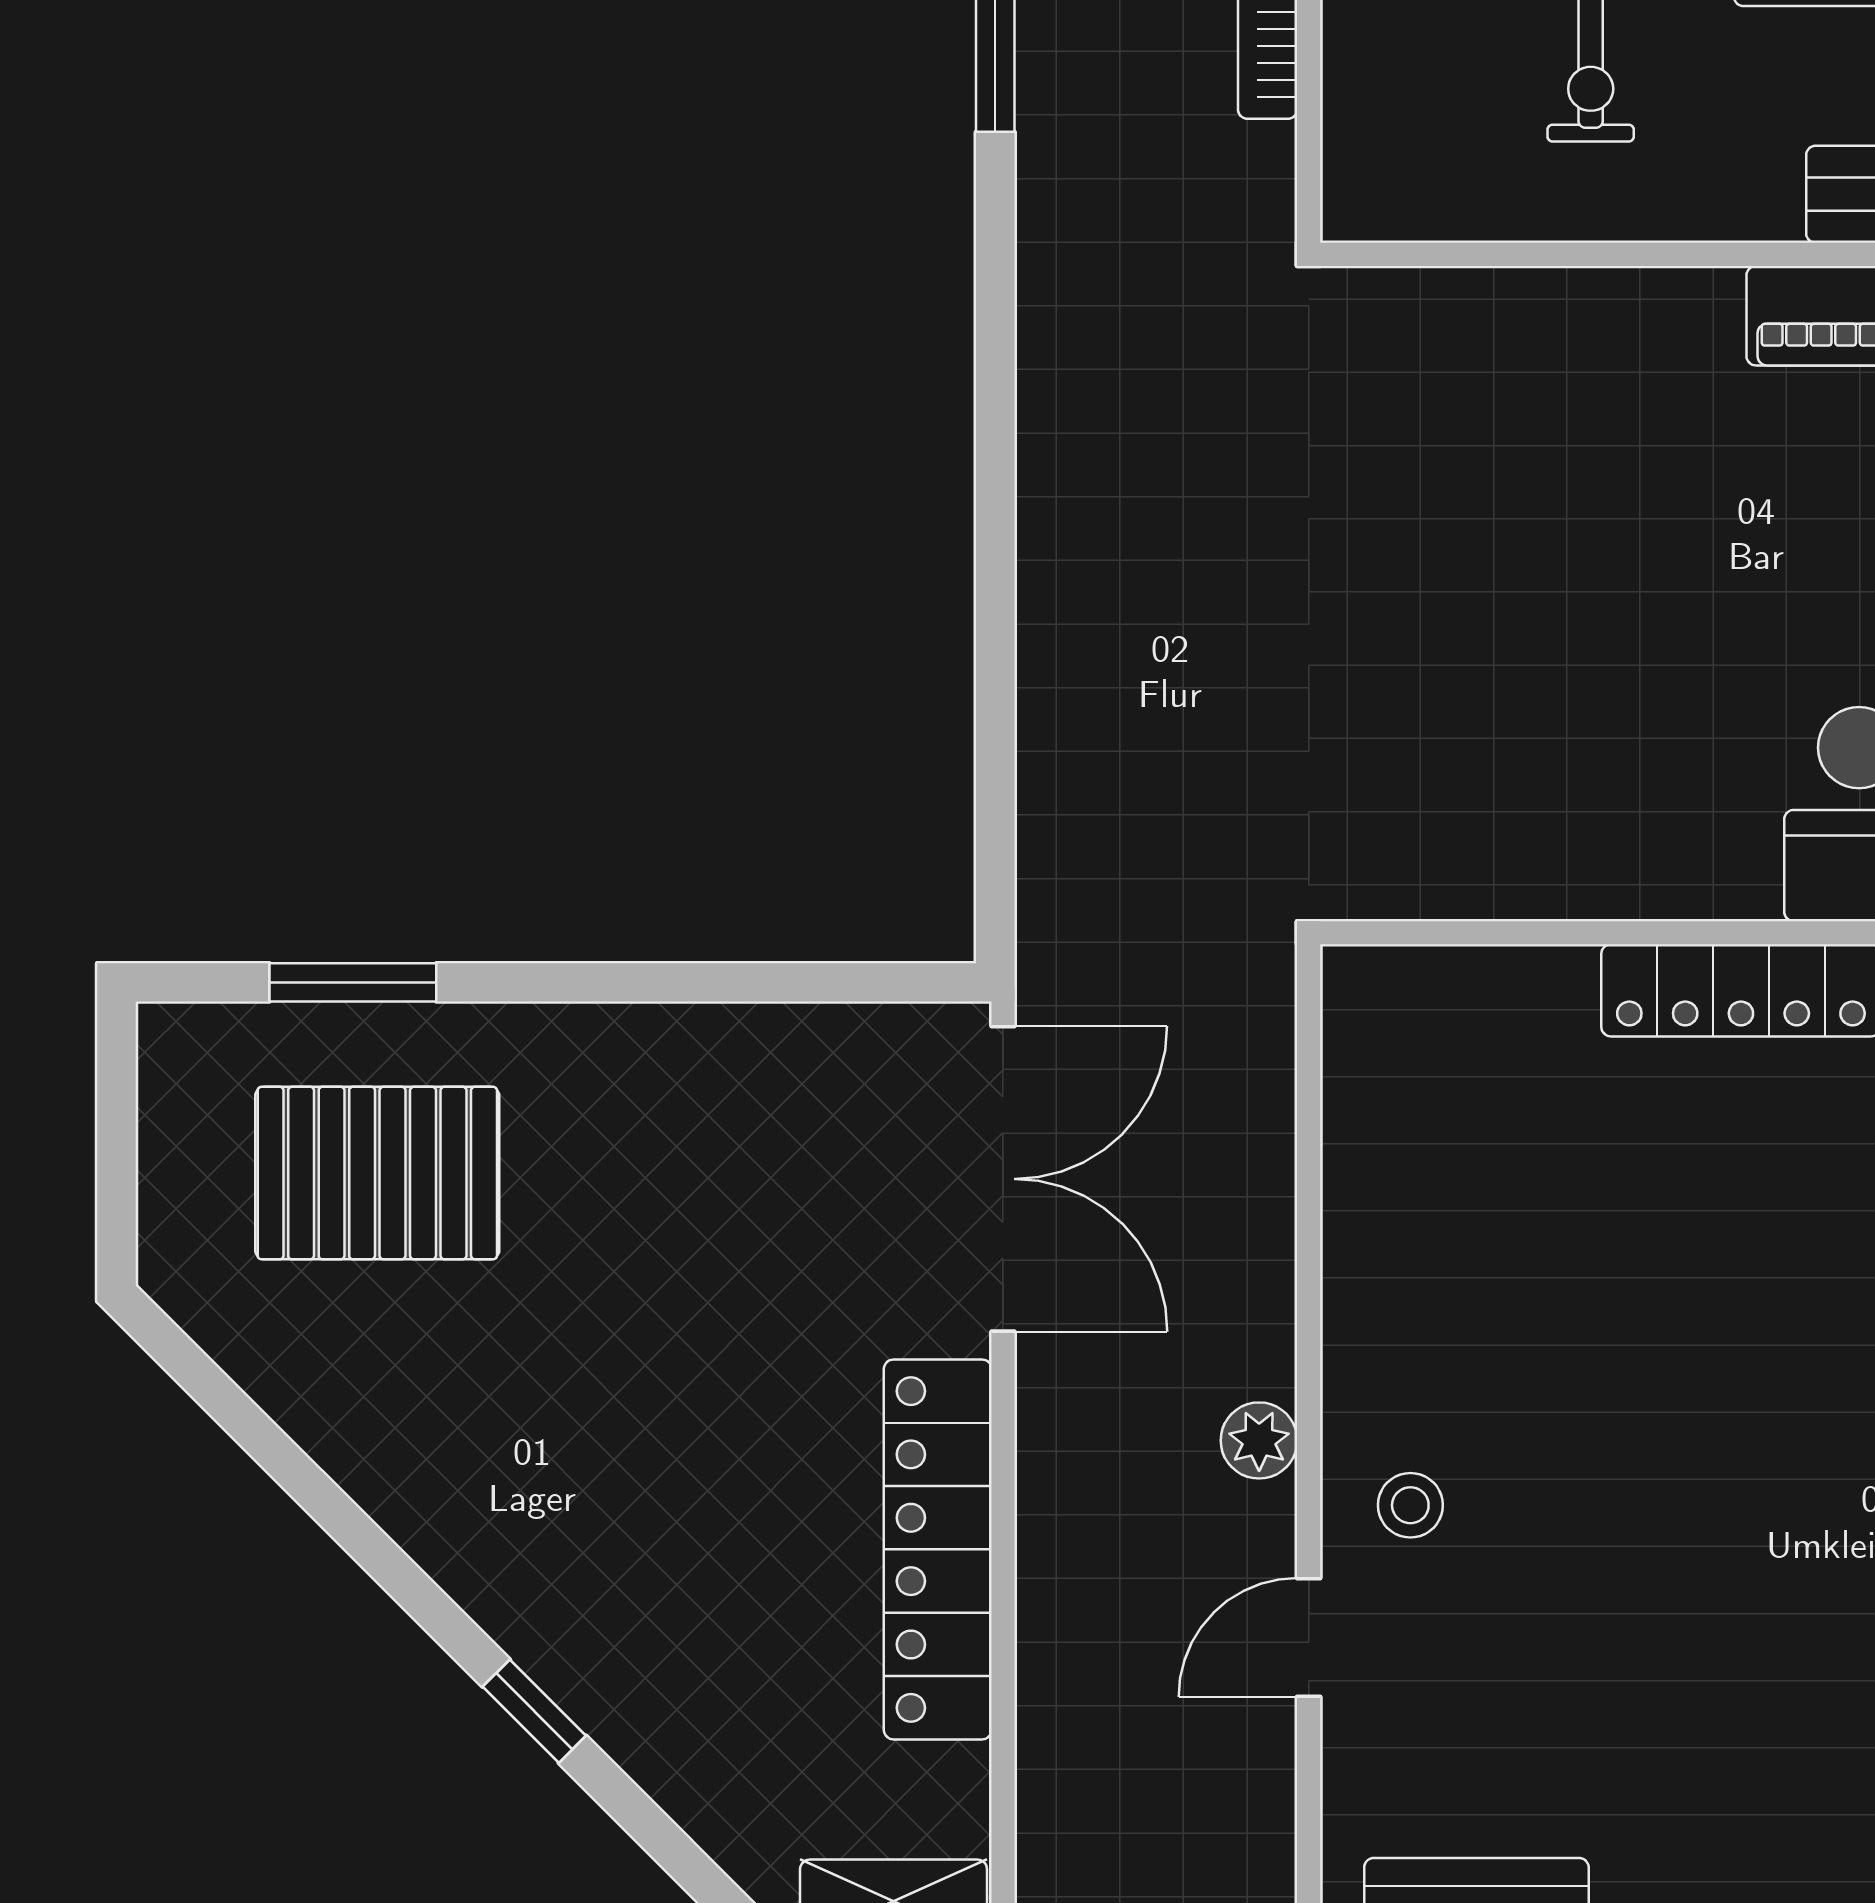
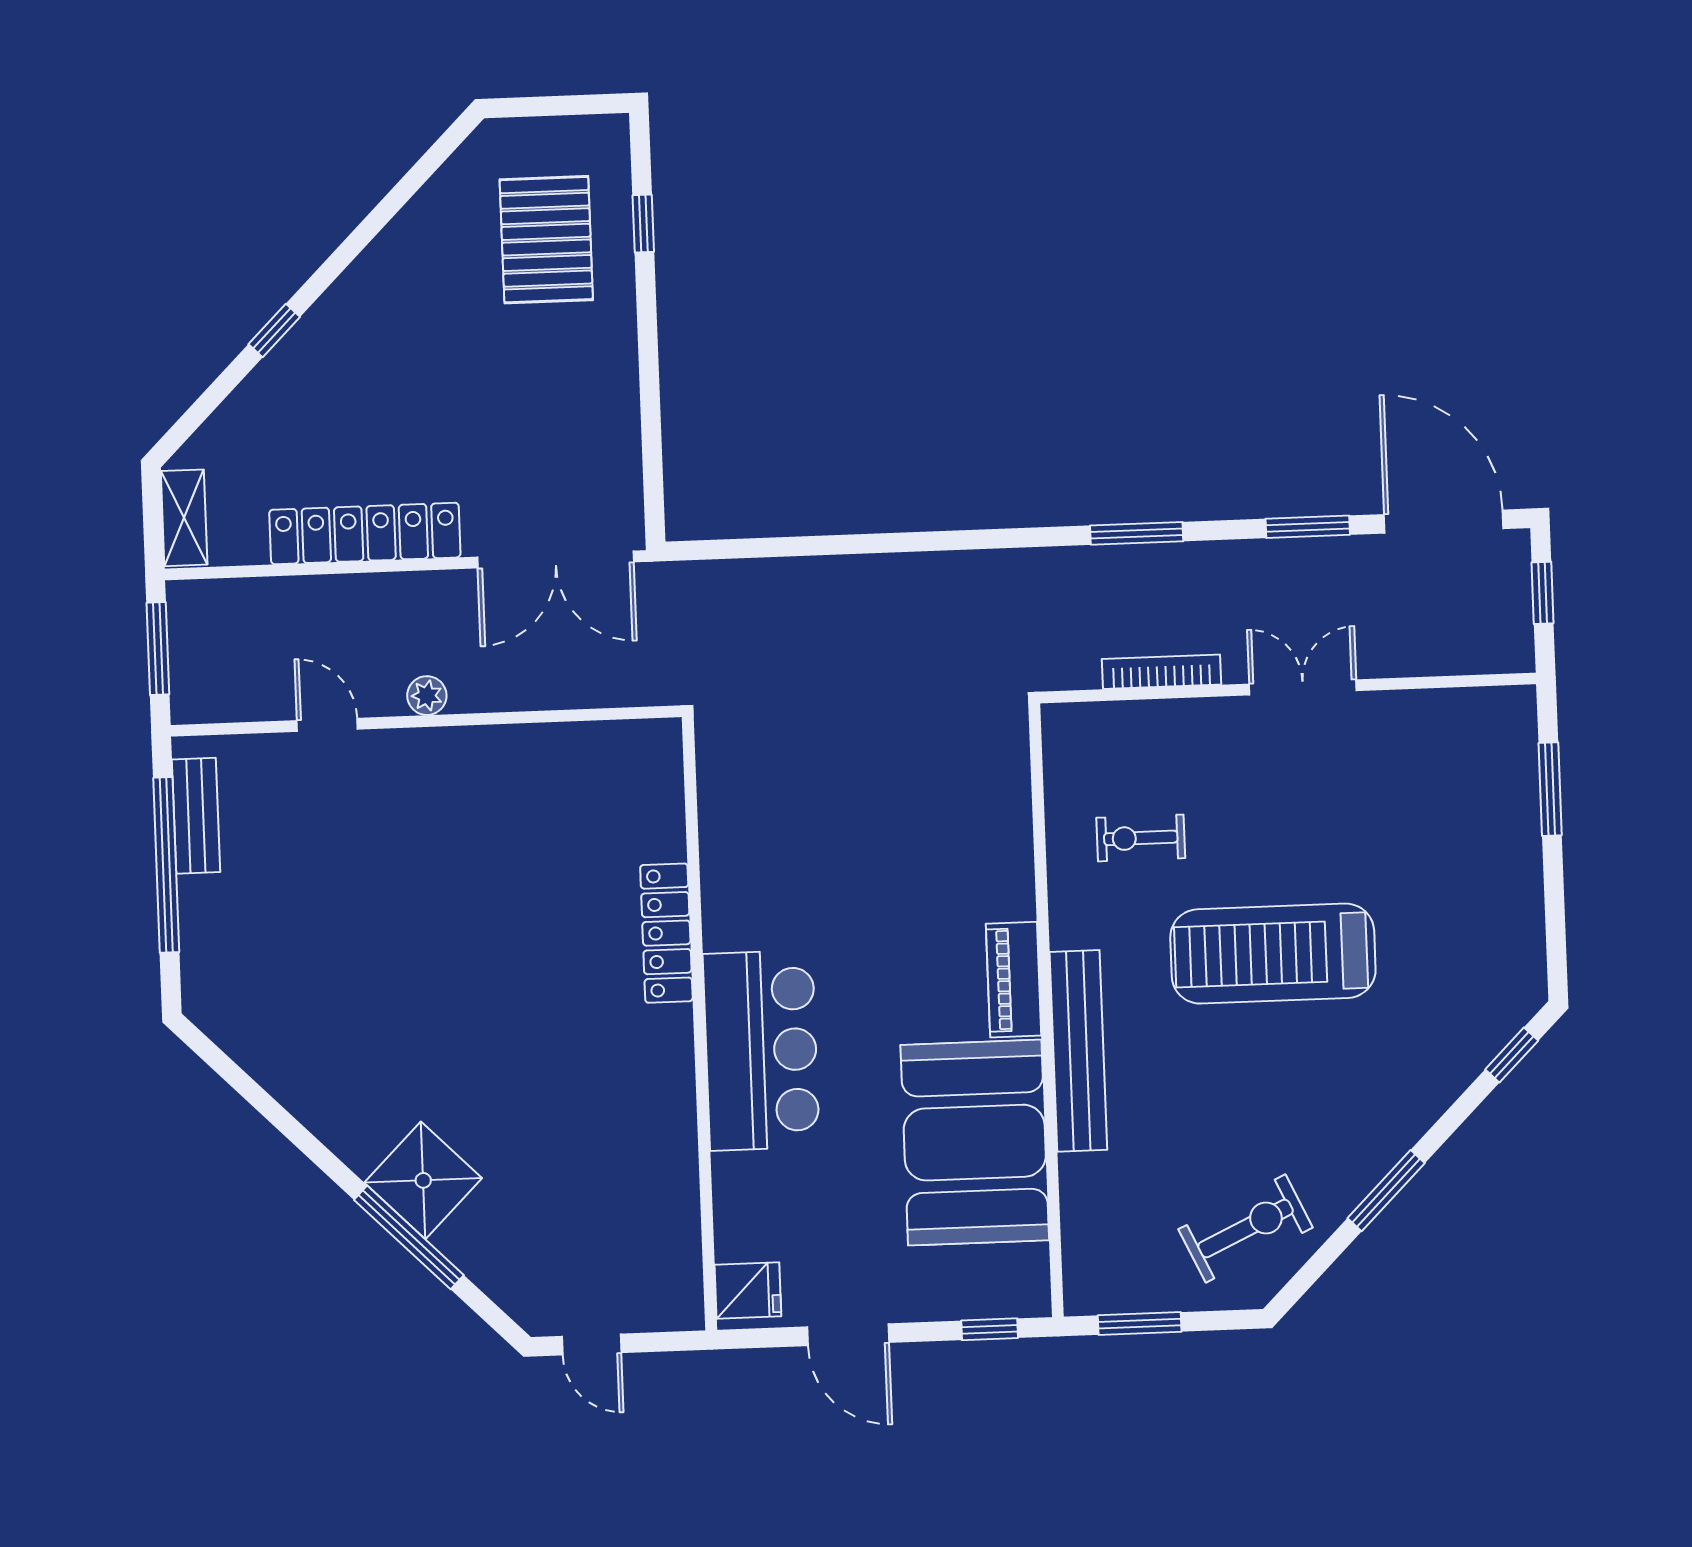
window: (353, 982) -> (643, 223), width x0.67
stool: (1410, 1505) -> (397, 774), removed

